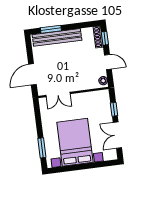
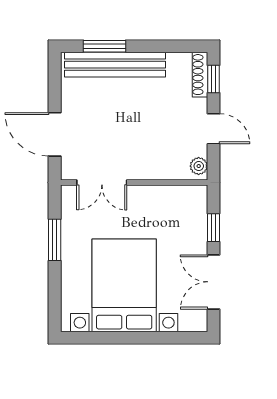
door: (32, 74) -> (55, 134), hinge flipped
window: (42, 148) -> (55, 240), moved

